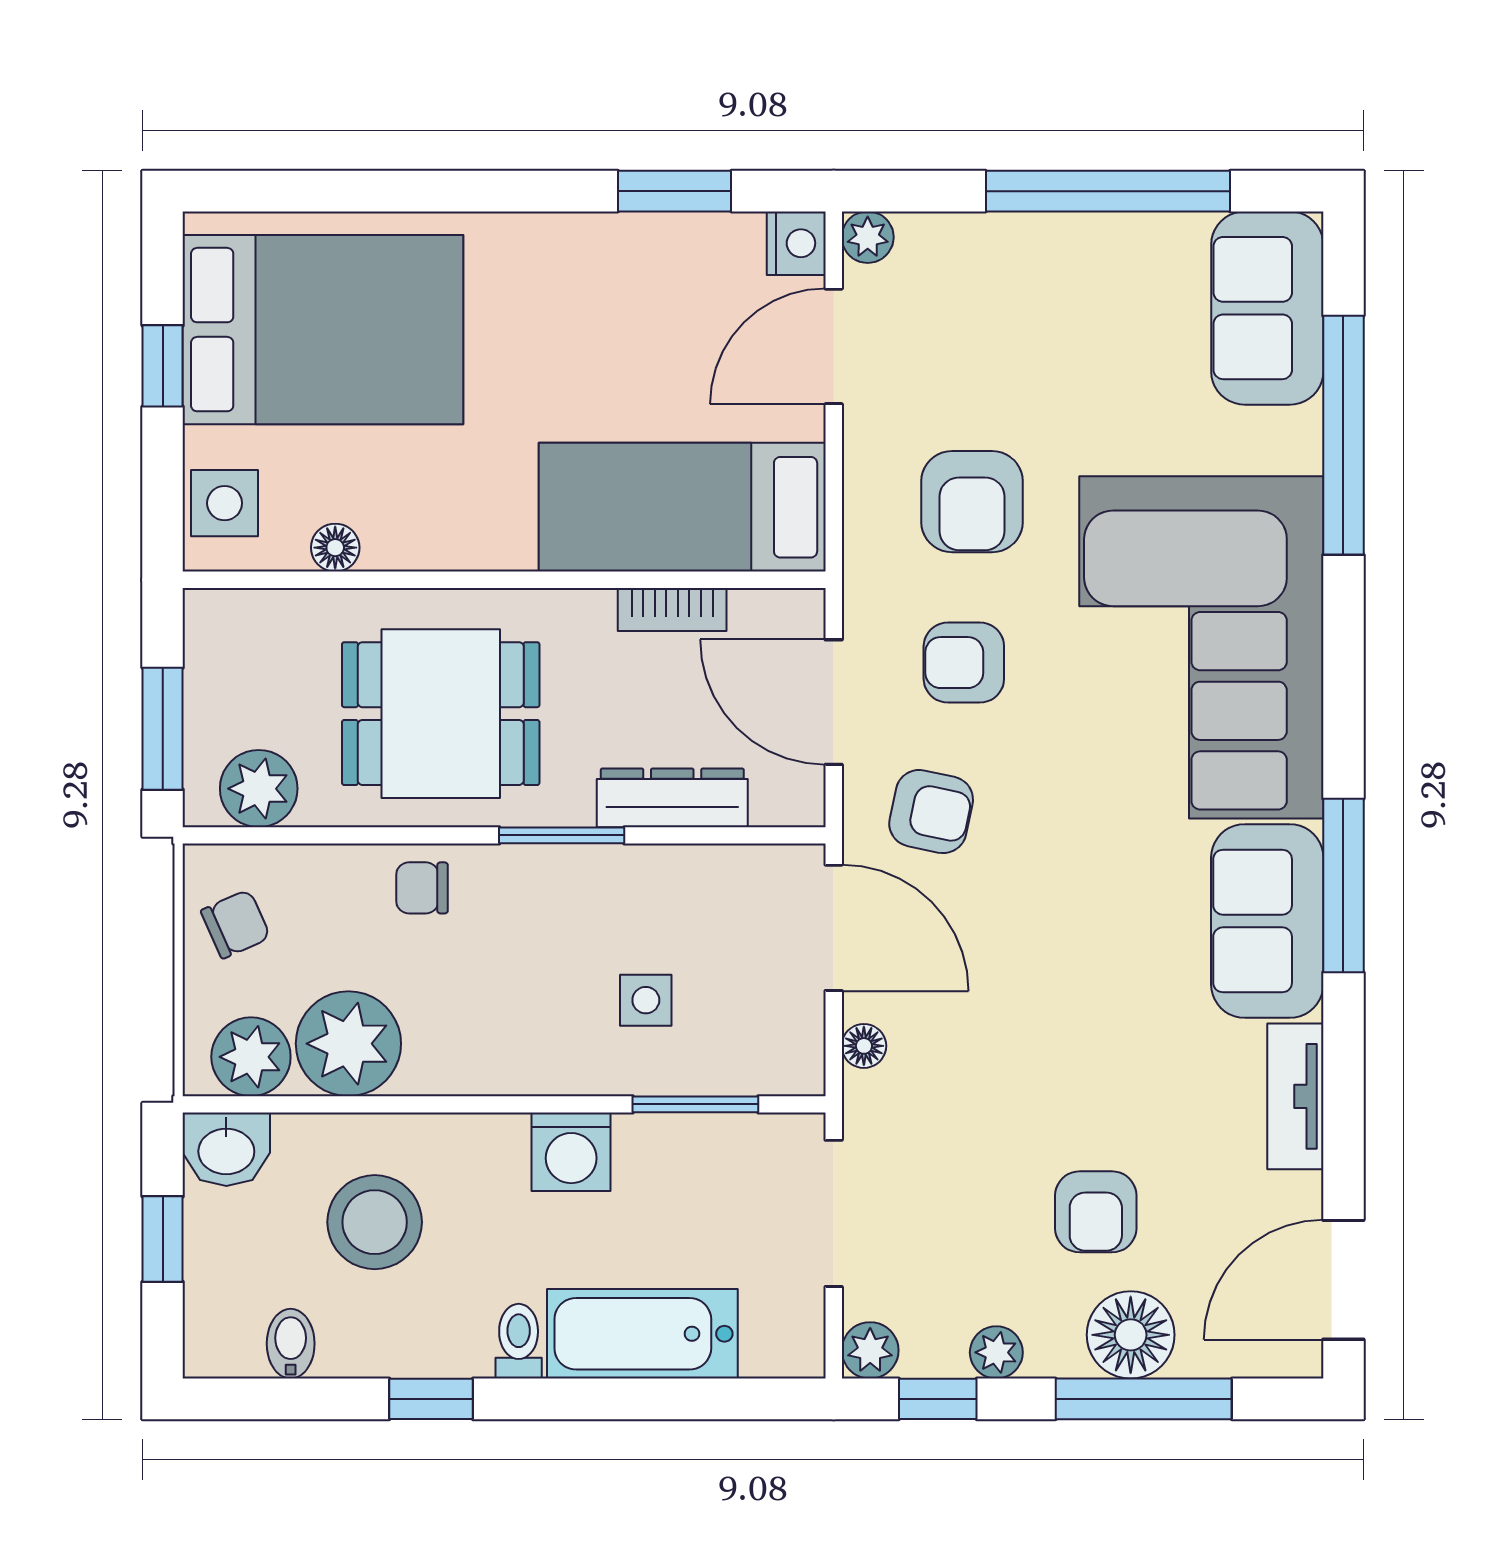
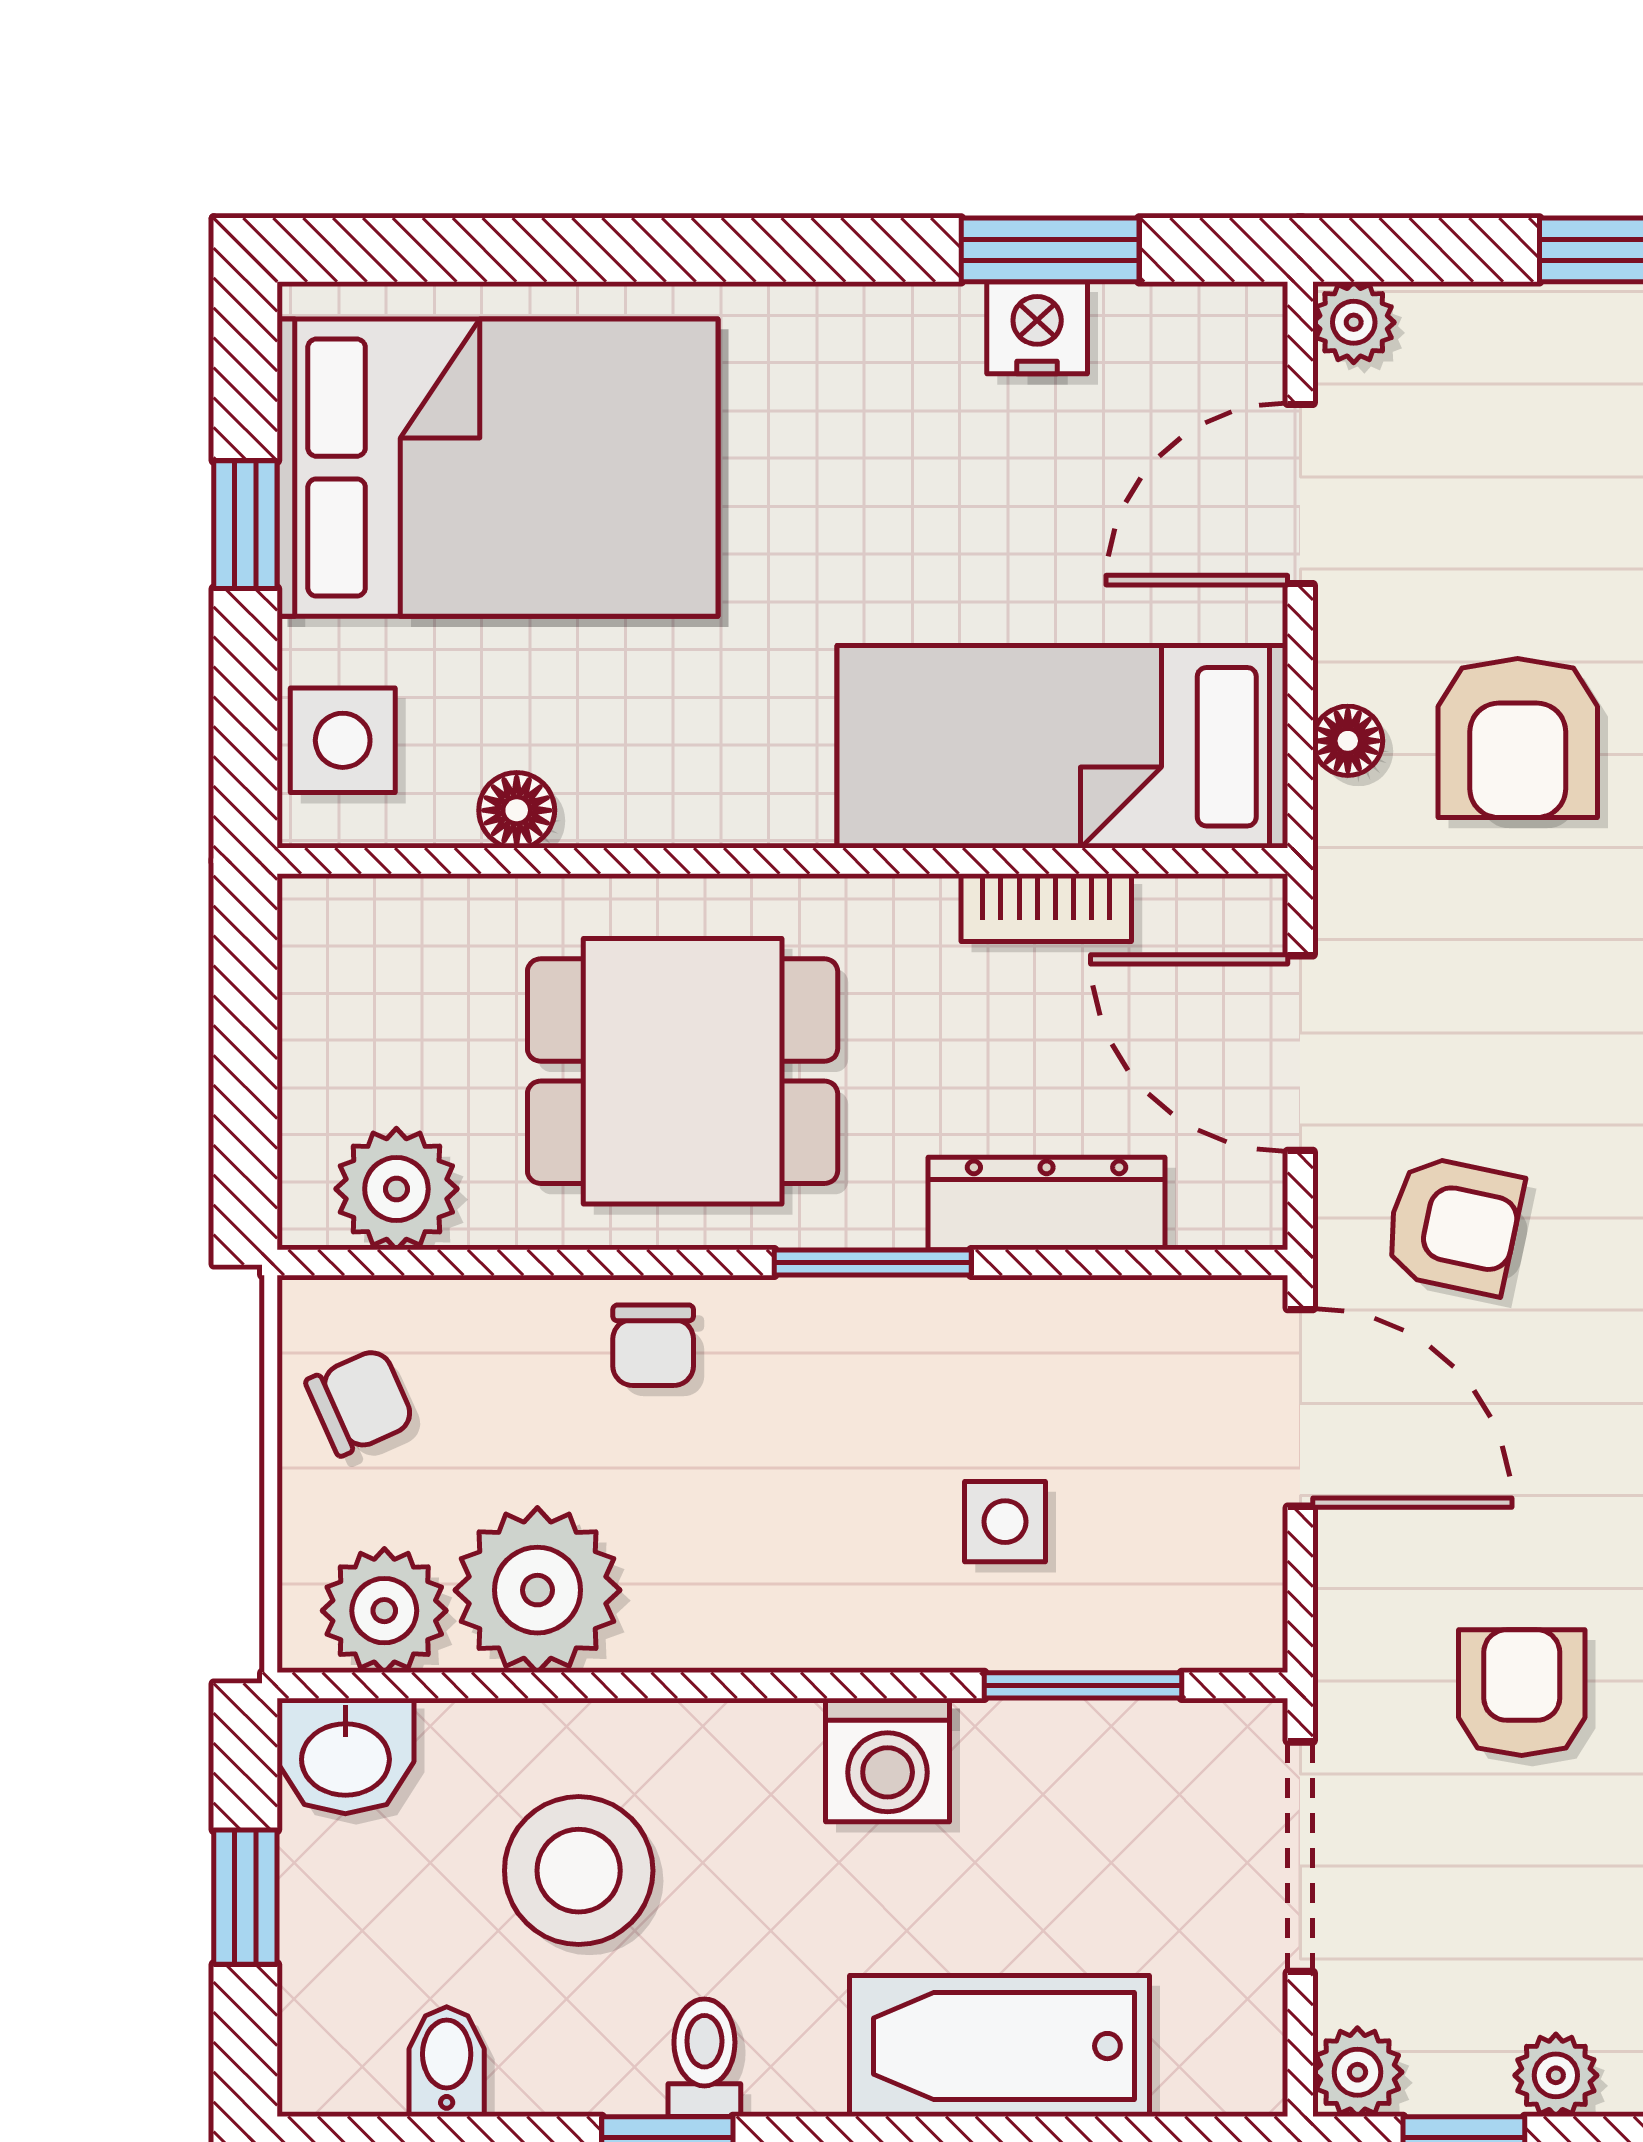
nightstand: (796, 243) -> (1037, 328), moved, turned -90
armchair: (964, 663) -> (1522, 1693), moved, turned 90
window: (163, 729) -> (245, 1095), removed
chair: (422, 888) -> (653, 1345), turned -90
floor lamp: (864, 1046) -> (1348, 741), moved
toilet: (519, 1341) -> (704, 2058), moved

